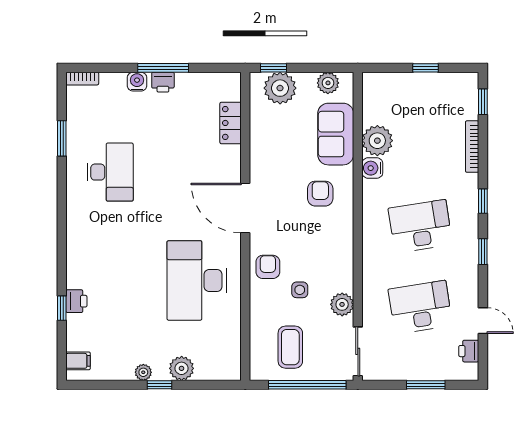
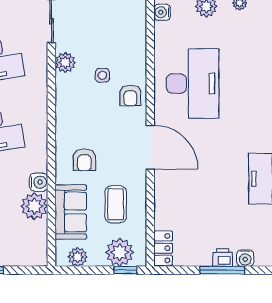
locker: (231, 123) -> (163, 248), moved
coffee table: (290, 347) -> (116, 204), moved
water cooler: (232, 362) -> (162, 12), added

